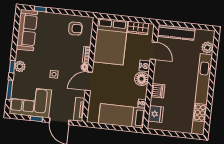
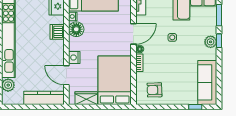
floor lamp: (142, 79) -> (76, 29), moved

